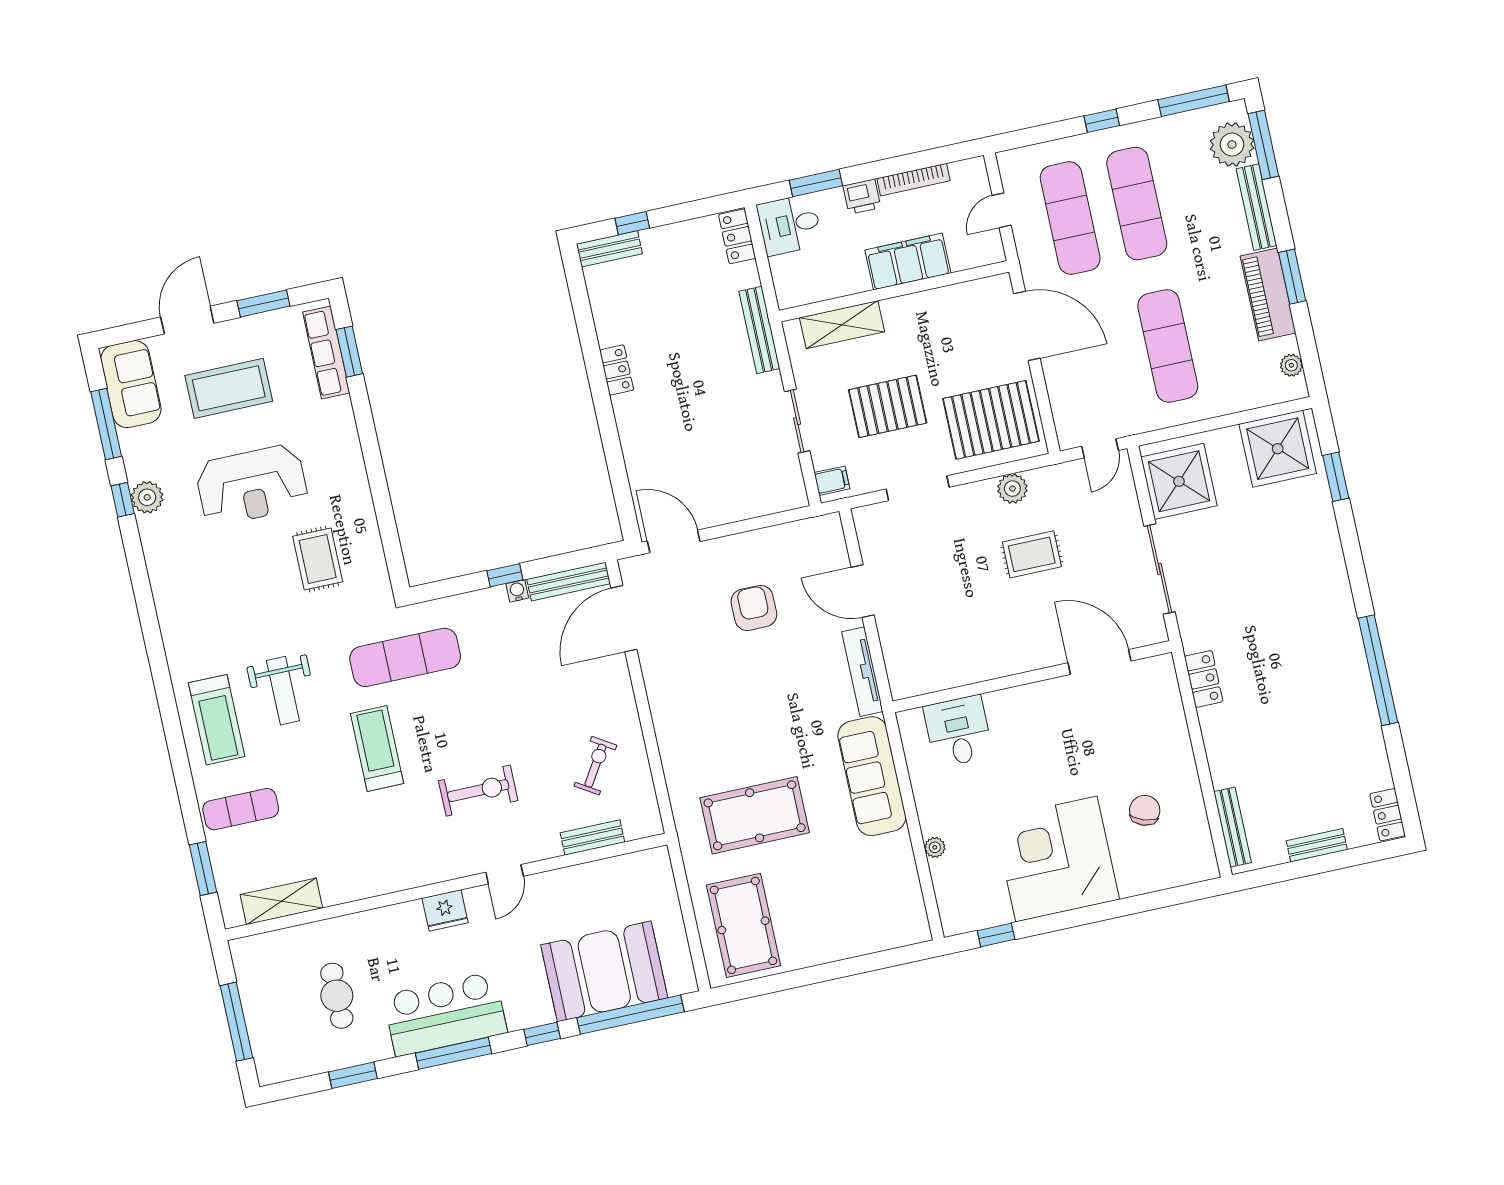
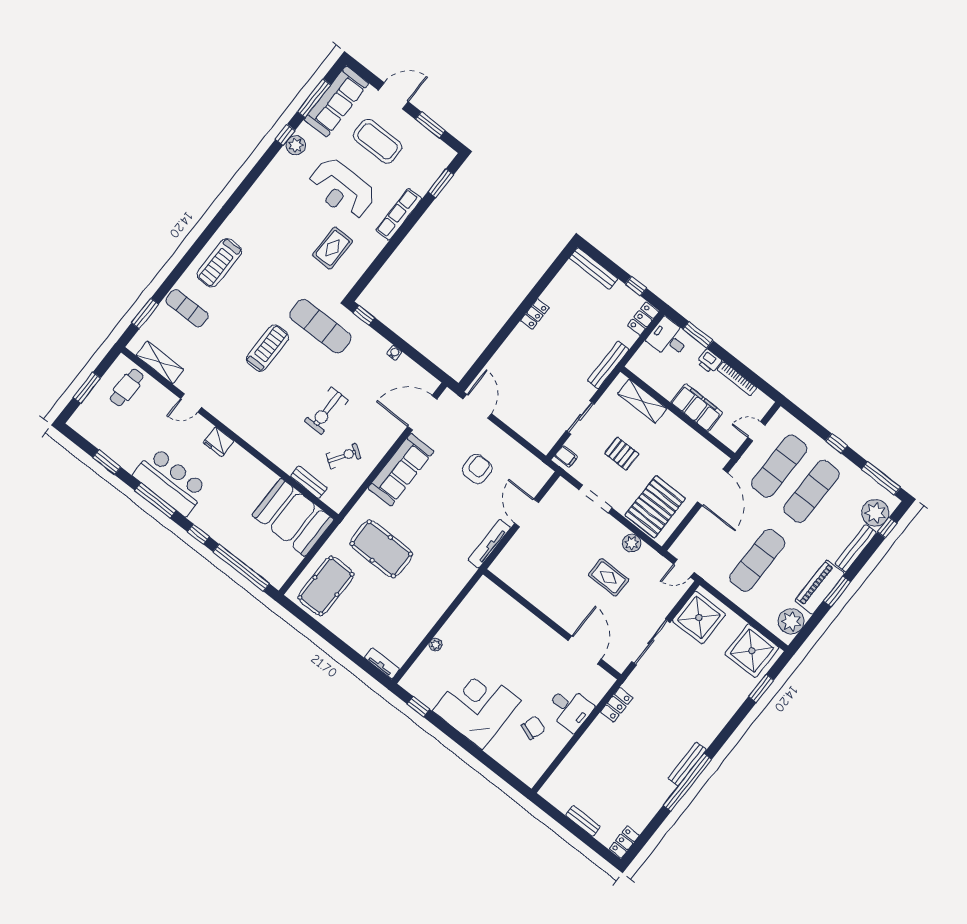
window: (1263, 145) -> (887, 528), width x0.46
window: (632, 223) -> (636, 286), moved
bench: (609, 249) -> (594, 268), width x1.36
row of seats: (326, 353) -> (399, 214), moved
plant: (1291, 365) -> (791, 621), width x1.87, depth x1.87
sofa: (131, 384) -> (336, 102), width x1.36
pallet: (888, 406) -> (622, 454), width x0.67, depth x0.71
pallet: (991, 420) -> (655, 507), turned 90
window: (505, 575) -> (364, 315), moved
bench: (568, 582) -> (418, 373), removed
weight bench: (283, 691) -> (258, 282), removed
desk: (958, 731) -> (570, 709), moved, turned 90
sofa: (872, 776) -> (401, 470), moved, turned 180
exercise bike: (478, 791) -> (326, 411), moved, turned 90
bench: (1233, 827) -> (687, 764), moved
door: (505, 874) -> (191, 403), moved
tv unit: (902, 935) -> (382, 663), added
booth: (604, 971) -> (293, 517), moved
cafe table: (337, 996) -> (127, 387), moved
window: (236, 1022) -> (87, 388), width x0.69

